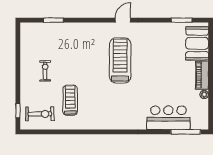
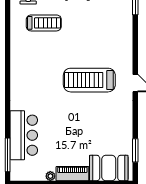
treadmill: (120, 60) -> (89, 80), turned 180

